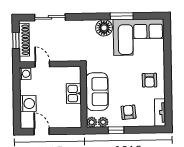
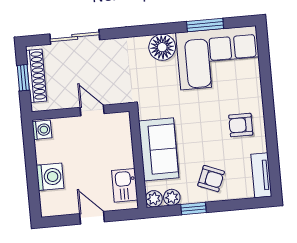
window: (122, 16) -> (205, 25), moved
door: (42, 64) -> (92, 110), moved
armchair: (150, 80) -> (241, 125), turned 90
kitchen sink: (74, 94) -> (125, 185), moved
armchair: (128, 112) -> (211, 179), turned 117
door: (42, 131) -> (92, 218), moved

